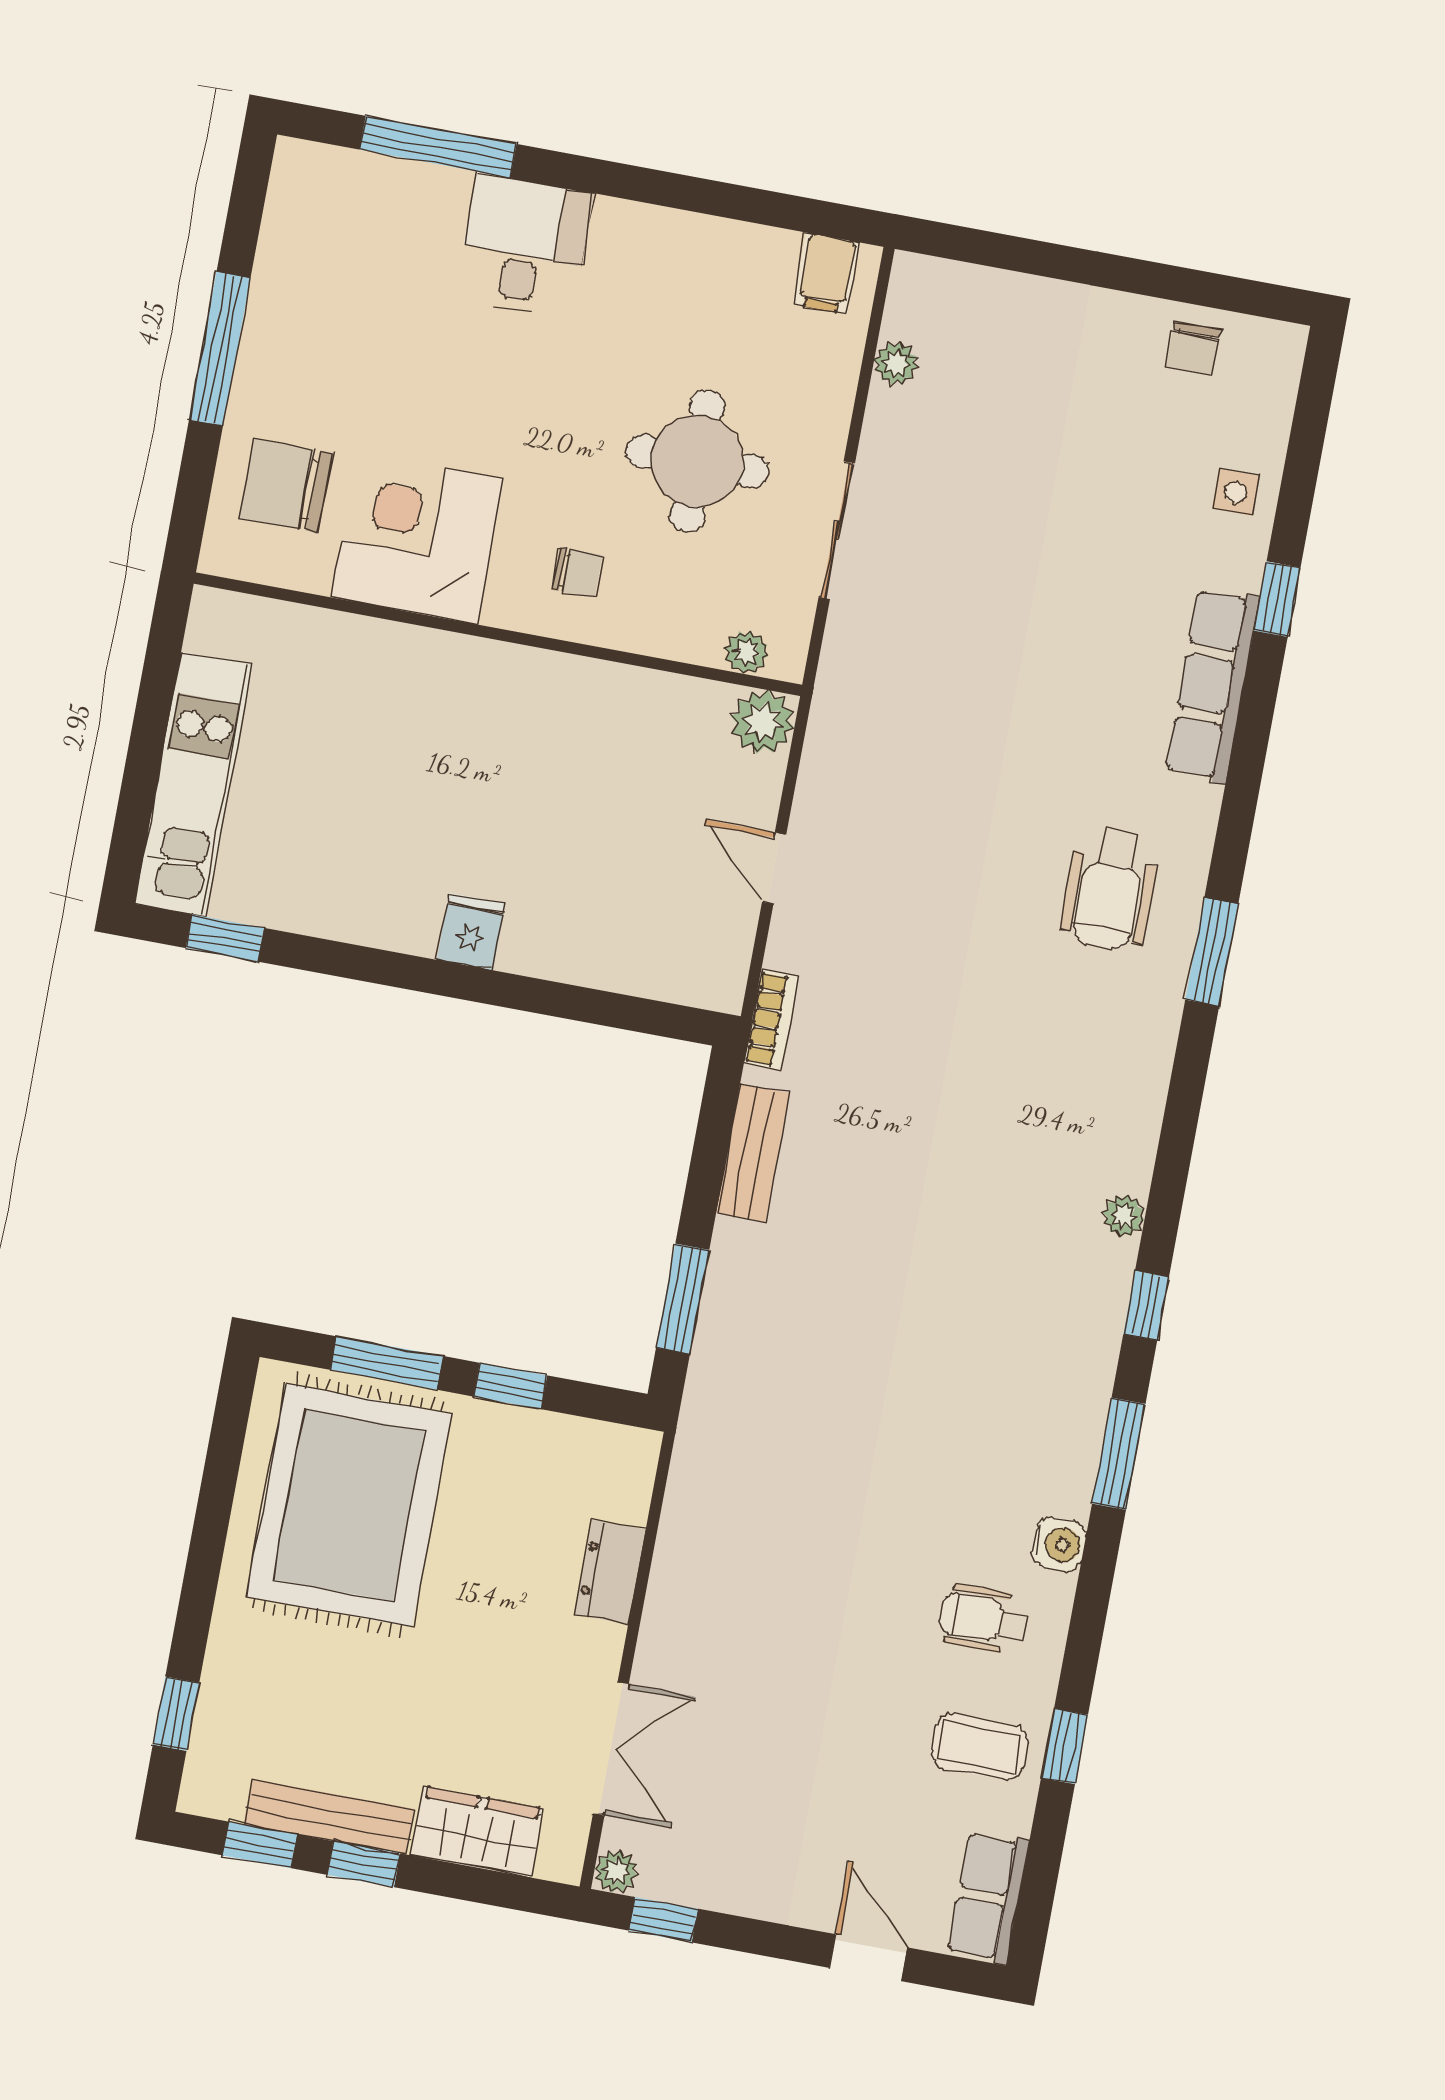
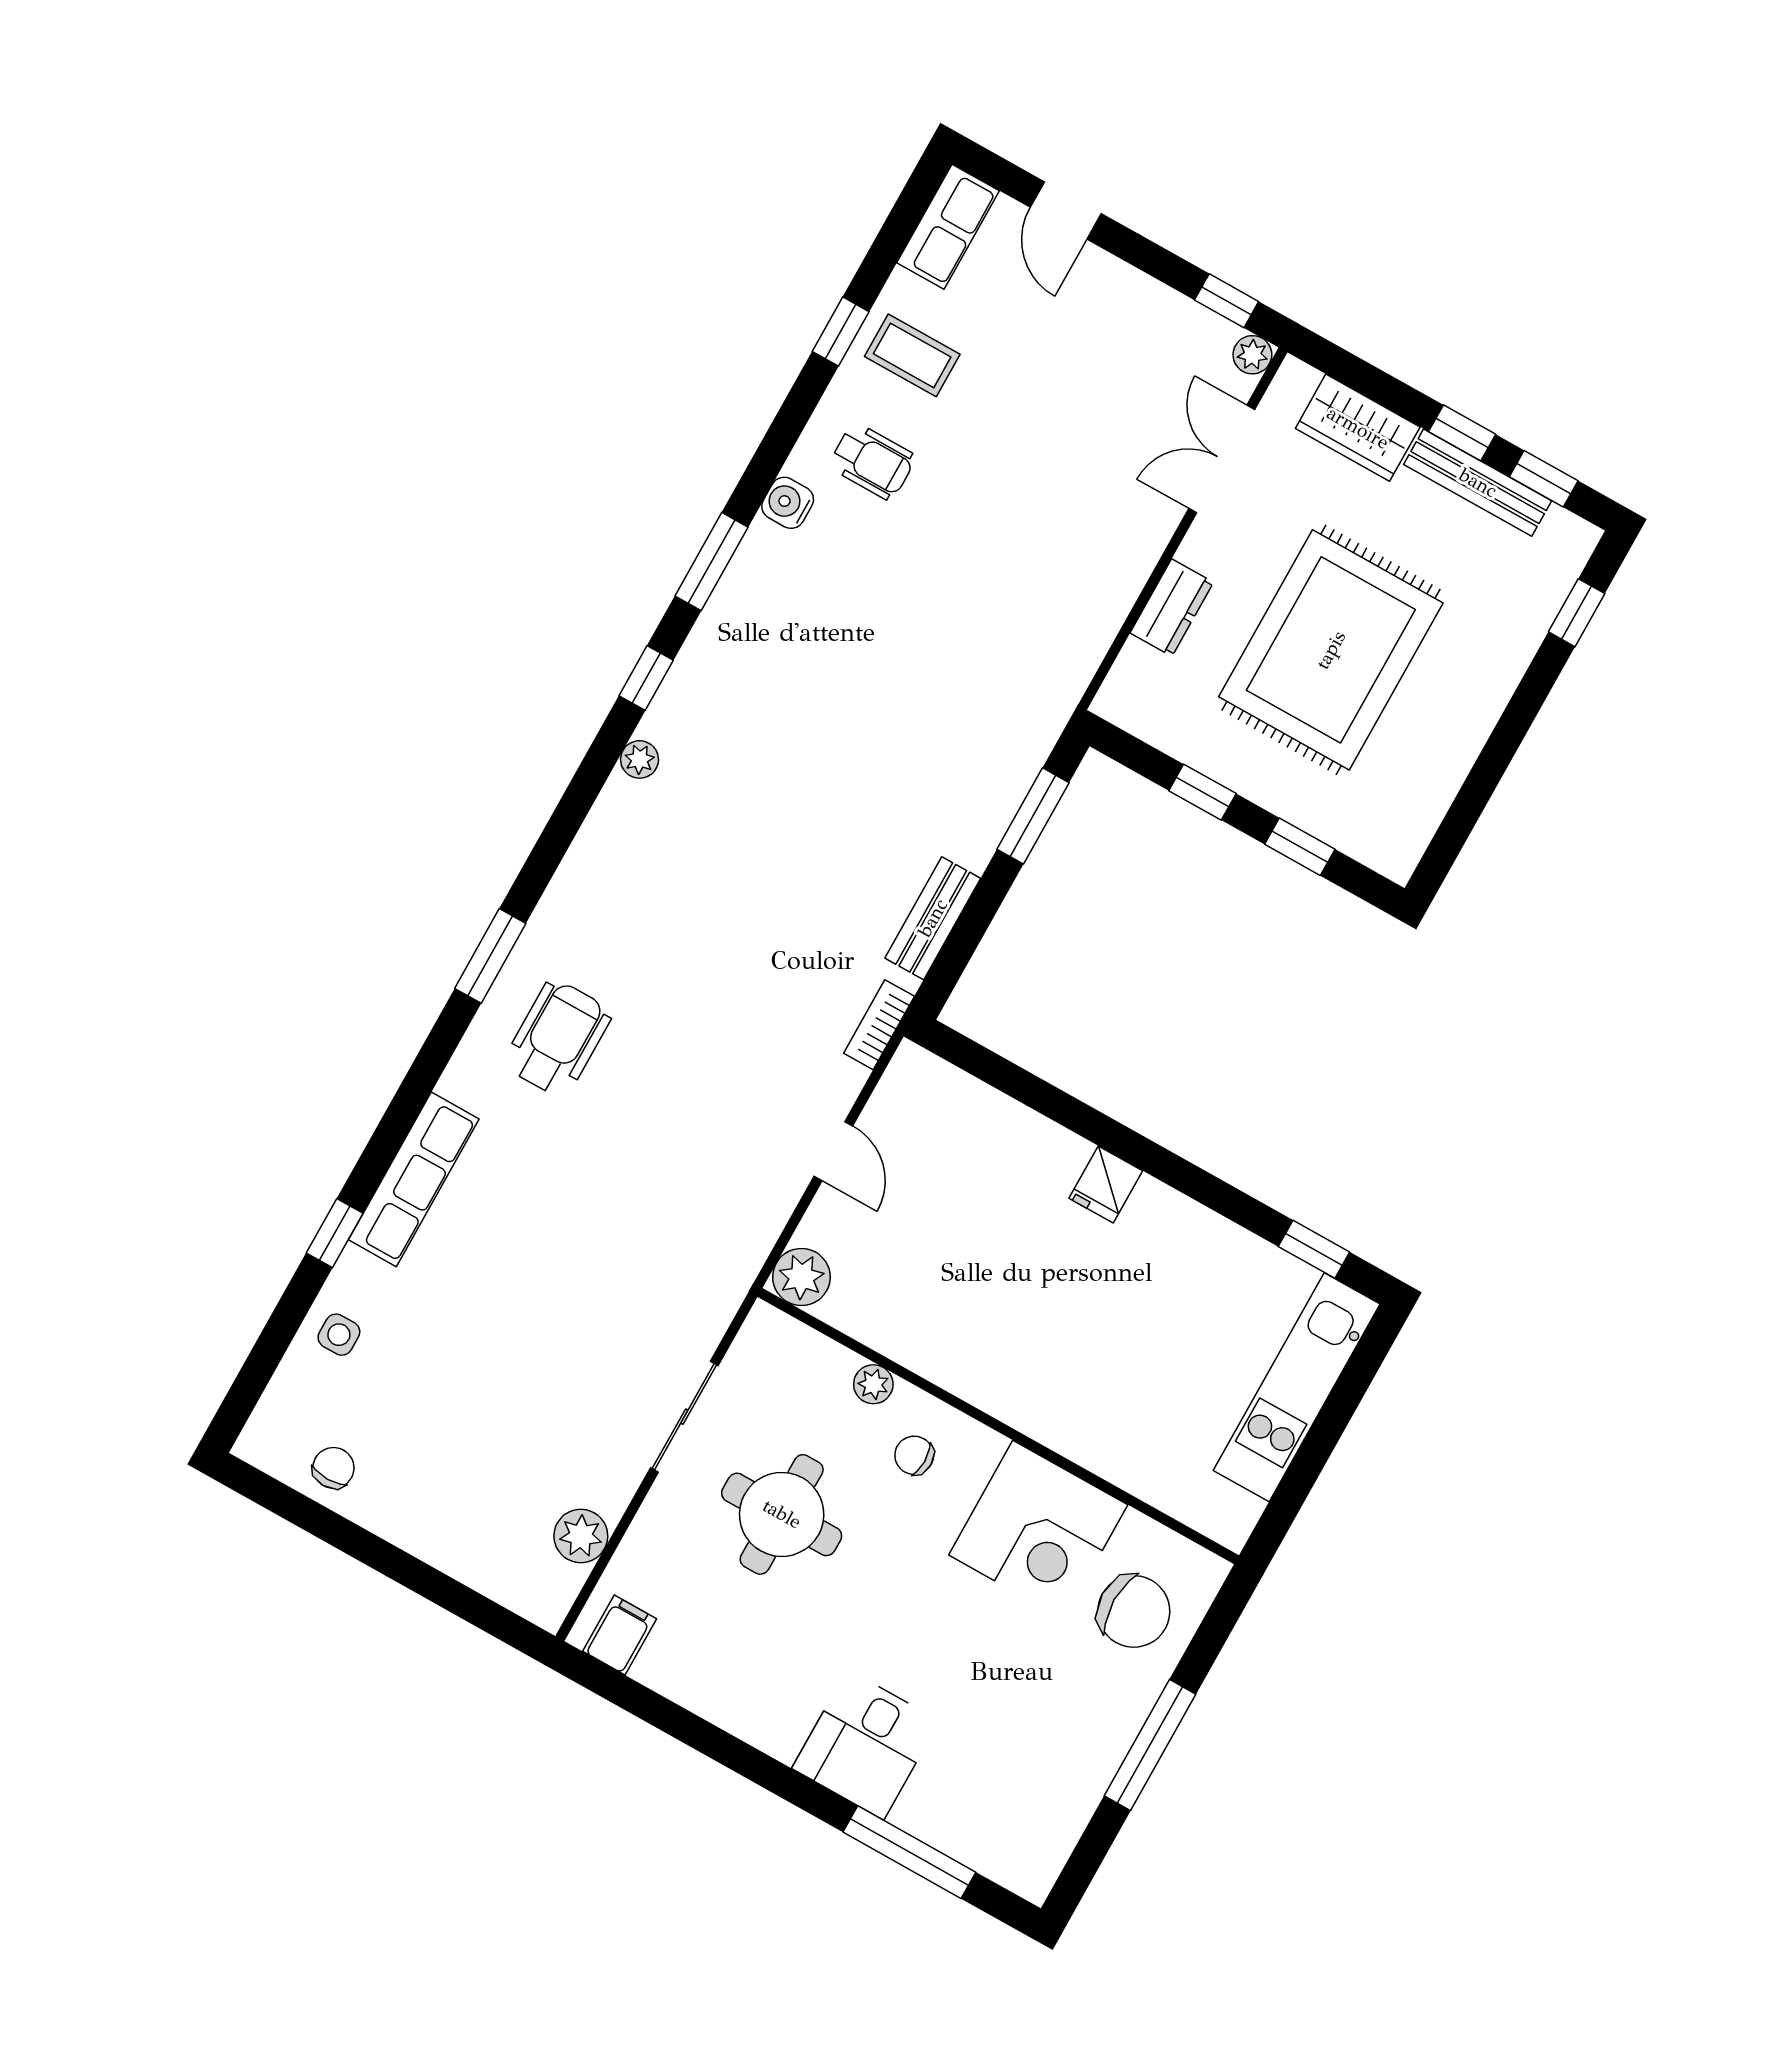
plant: (896, 364) -> (581, 1536), width x1.38, depth x1.38
plant: (747, 652) -> (873, 1384), moved
window: (387, 1363) -> (1300, 847), width x0.67
rug: (349, 1505) -> (1331, 650), moved

